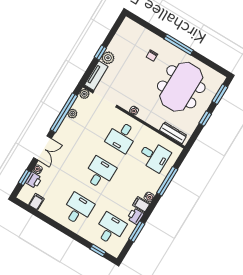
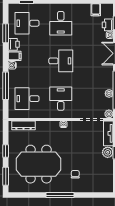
meeting table: (181, 87) -> (39, 164), turned 90
desk: (100, 173) -> (61, 61), turned -90
desk: (110, 229) -> (27, 23), turned 90

